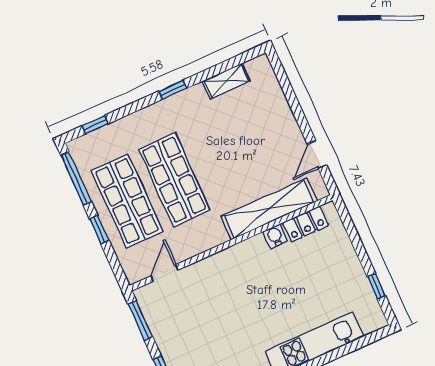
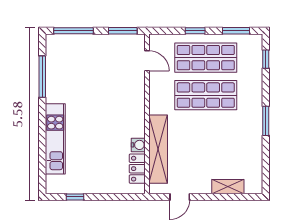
shelving: (226, 81) -> (228, 187), moved, turned 90
window: (173, 90) -> (266, 121), width x1.50
door: (317, 155) -> (180, 197), swing flipped
window: (76, 178) -> (236, 31), width x0.69

